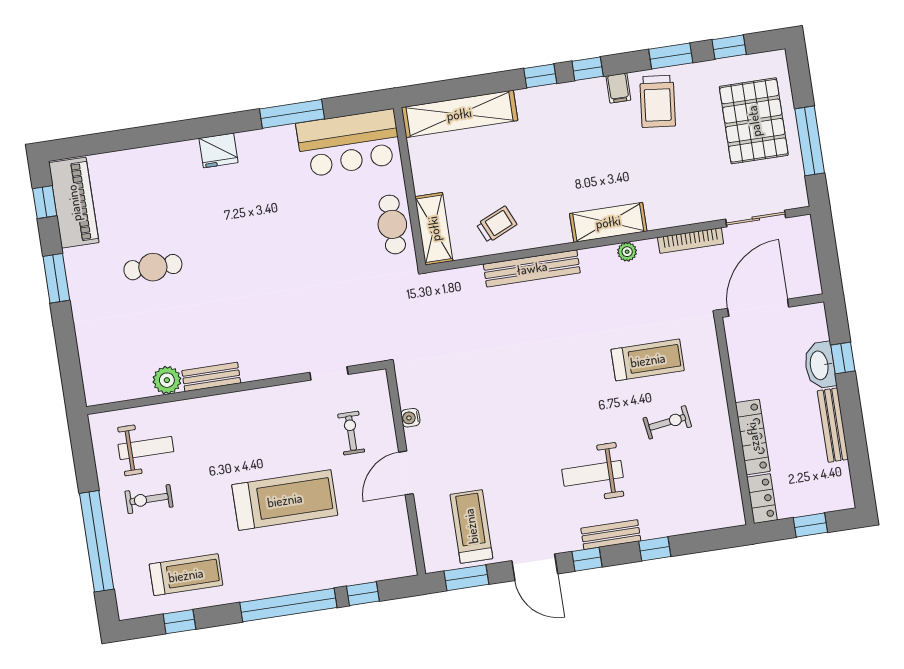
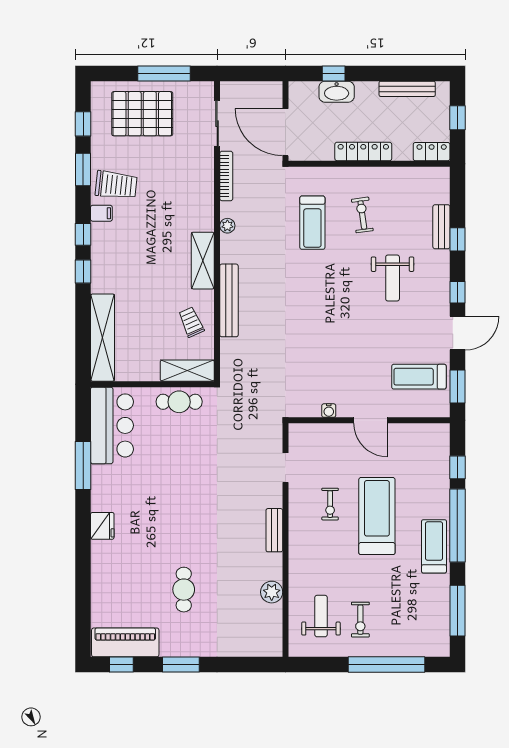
shelving: (608, 222) -> (203, 261), moved
treadmill: (648, 360) -> (312, 223), turned 180
bench: (211, 377) -> (274, 530), moved
bench: (833, 425) -> (407, 89), moved
exercise bike: (351, 433) -> (330, 504), moved, turned -90
locker: (753, 437) -> (363, 151), moved
bench: (611, 535) -> (441, 227), moved
treadmill: (186, 575) -> (434, 546), moved
window: (179, 622) -> (457, 611), width x2.17

